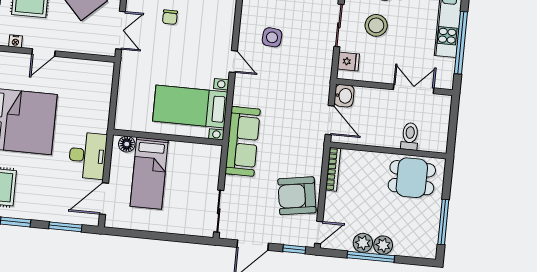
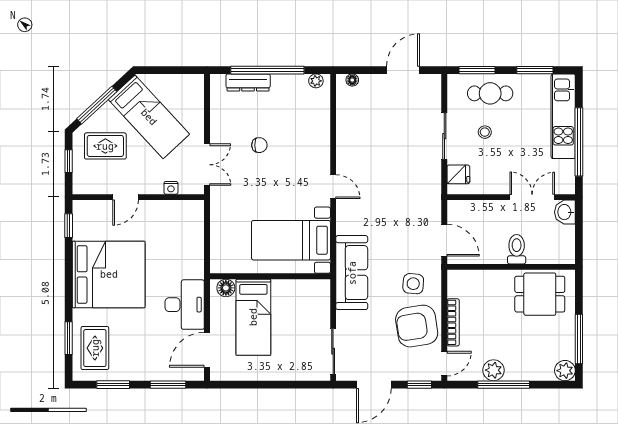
chair: (170, 17) -> (259, 145), turned -90
stool: (376, 25) -> (485, 132), width x0.53, depth x0.53
side table: (272, 37) -> (413, 284), moved
nightstand: (15, 41) -> (171, 188), moved
washbasin: (344, 96) -> (565, 212), moved, turned 180
toilet: (410, 136) -> (517, 249), moved
bookcase: (333, 169) -> (453, 322), moved
plant: (383, 245) -> (565, 371), moved

